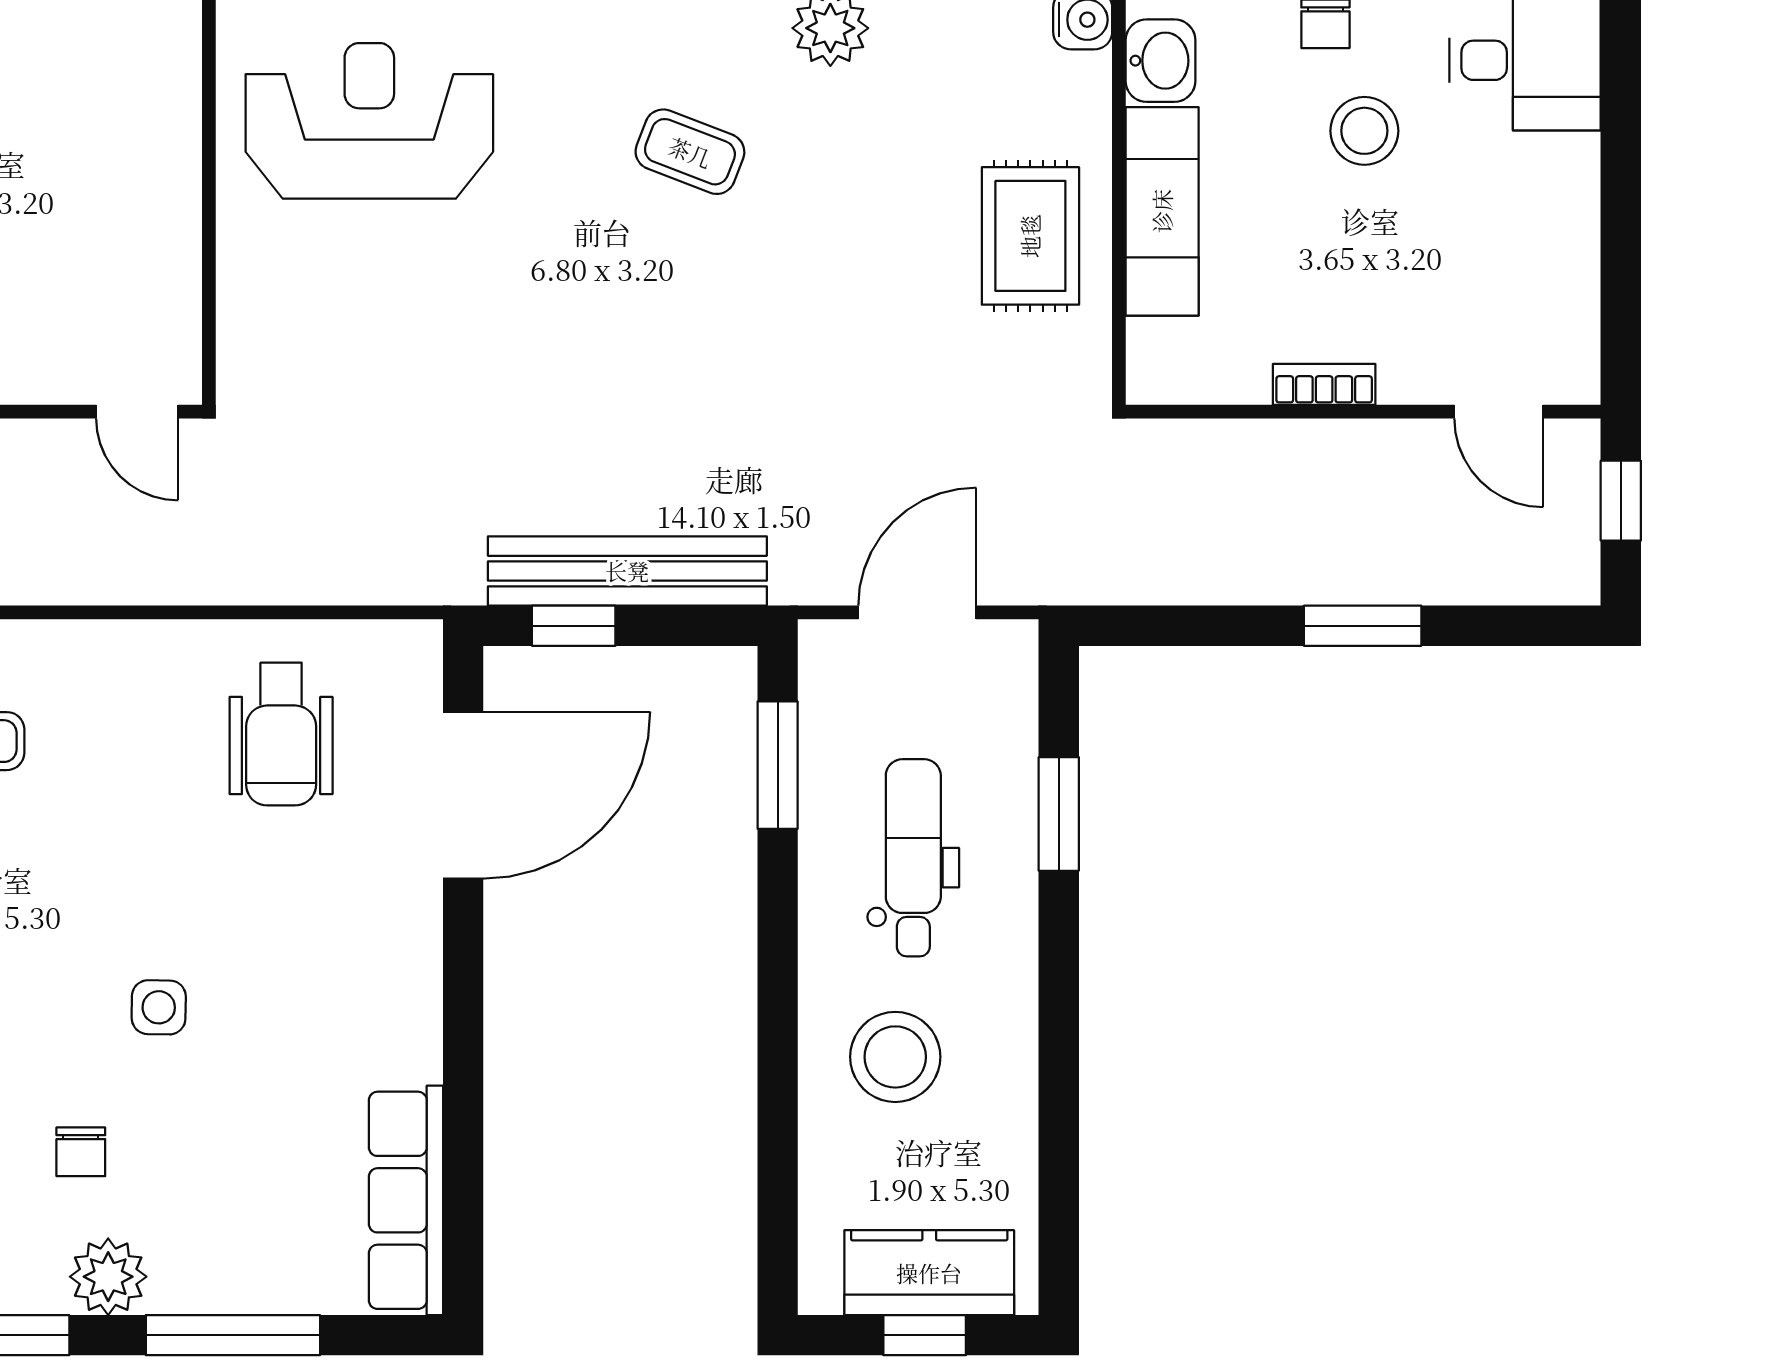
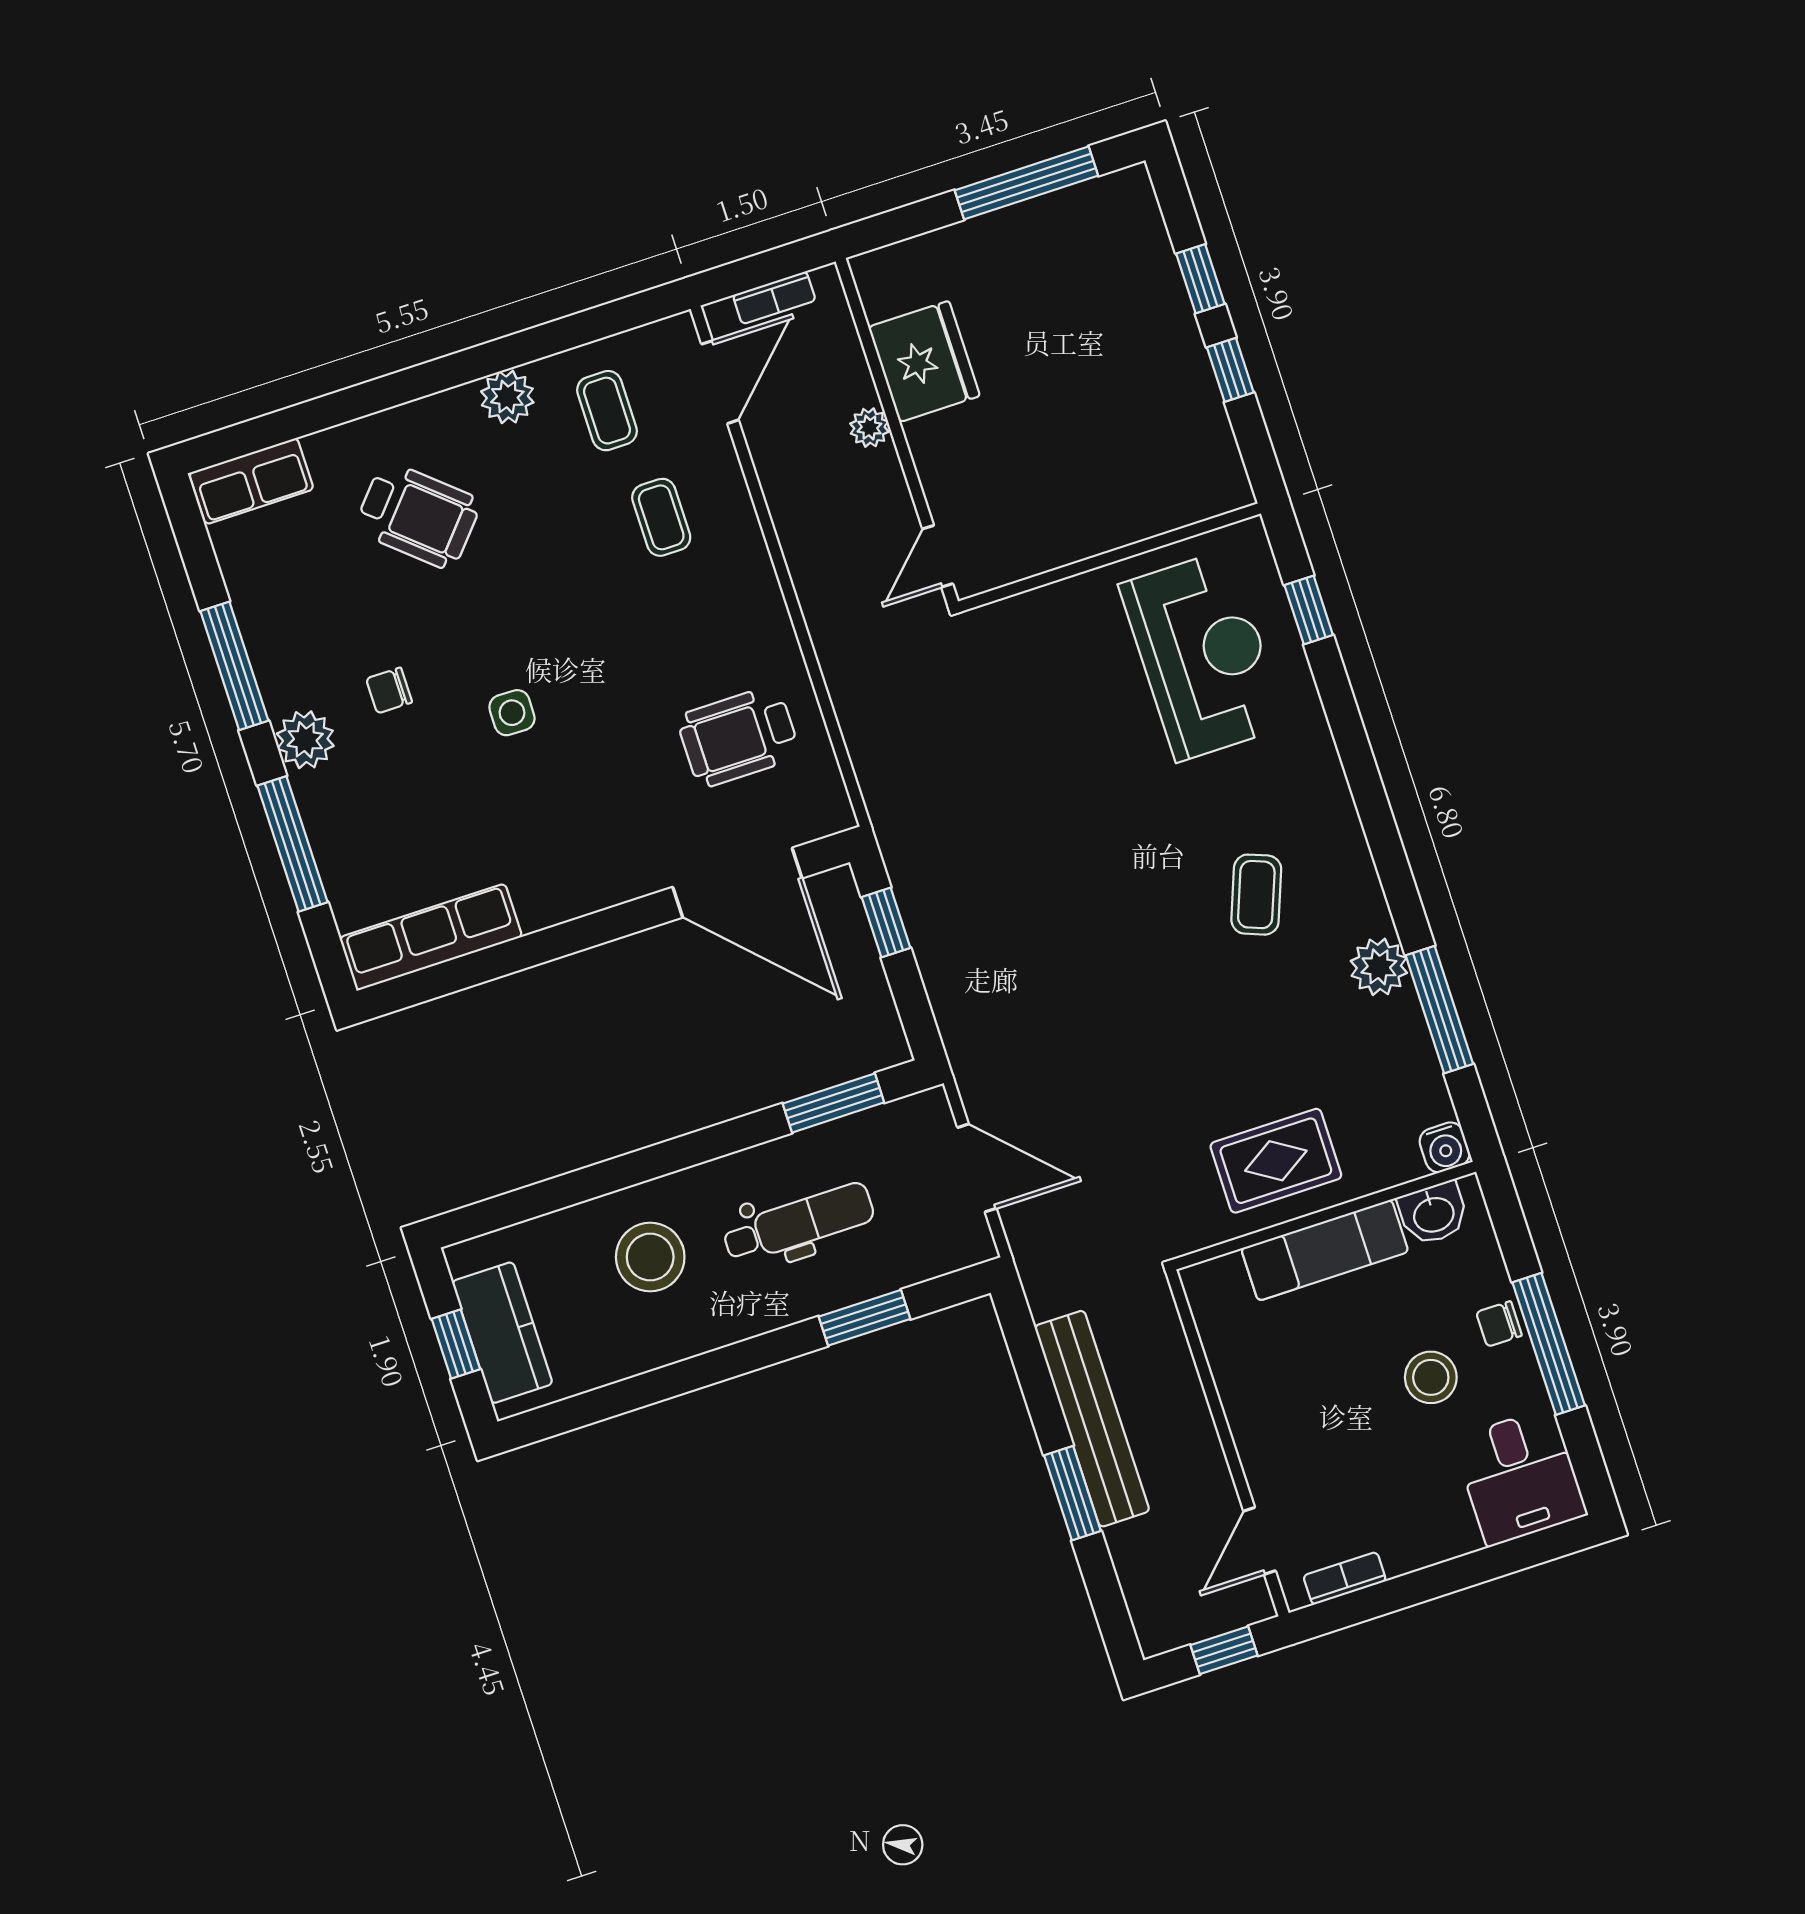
bookcase: (1324, 384) -> (1345, 1578), moved, turned -90
bench: (627, 571) -> (1092, 1419), moved

